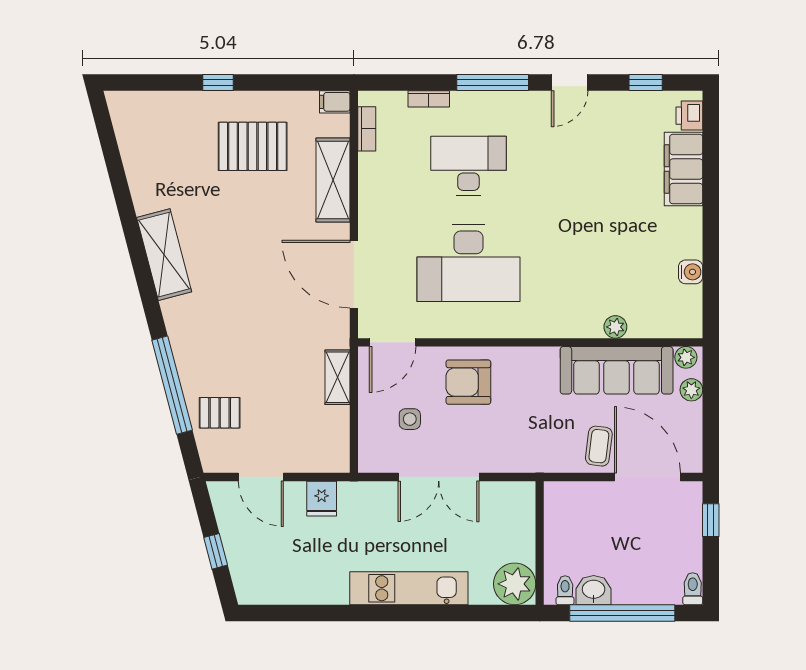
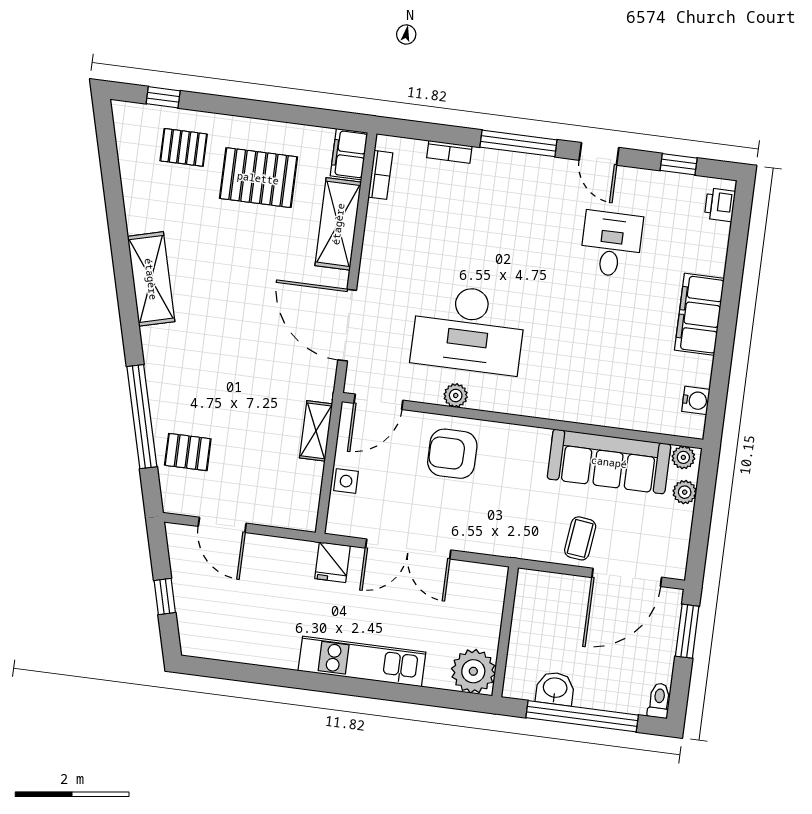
window: (218, 82) -> (163, 97), moved
door: (570, 82) -> (599, 154), hinge flipped
filing cabinet: (335, 102) -> (349, 154), width x2.00
pallet: (179, 127) -> (184, 147), added
desk: (468, 166) -> (611, 244), moved, width x0.73
filing cabinet: (684, 169) -> (699, 314), moved
water cooler: (691, 272) -> (696, 400), moved
plant: (615, 327) -> (456, 395), moved
side table: (410, 419) -> (346, 481), moved
door: (647, 477) -> (627, 577), swing flipped
fridge: (322, 499) -> (333, 562), moved
window: (711, 520) -> (687, 631), width x1.50
toilet: (565, 590) -> (525, 685), removed

